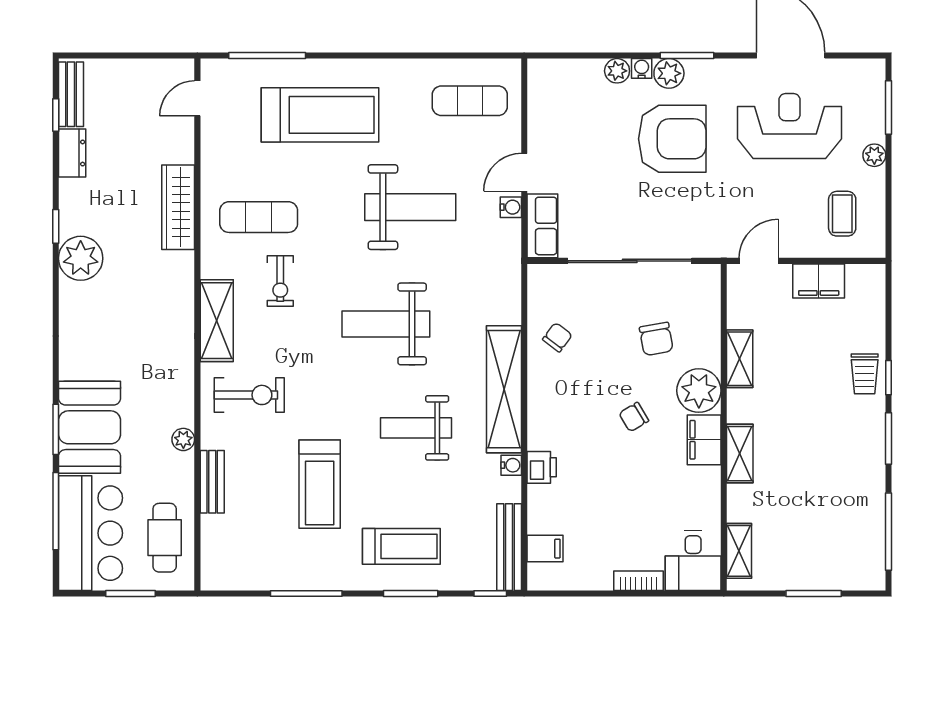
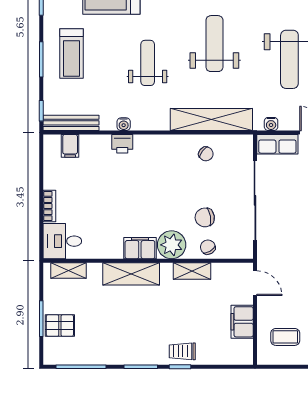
water cooler: (511, 207) -> (271, 124), moved
shelving: (504, 389) -> (211, 119), moved
chair: (634, 417) -> (208, 247), moved
shelving: (740, 454) -> (131, 274), width x1.50, depth x1.33
pallet: (824, 564) -> (60, 326), added

